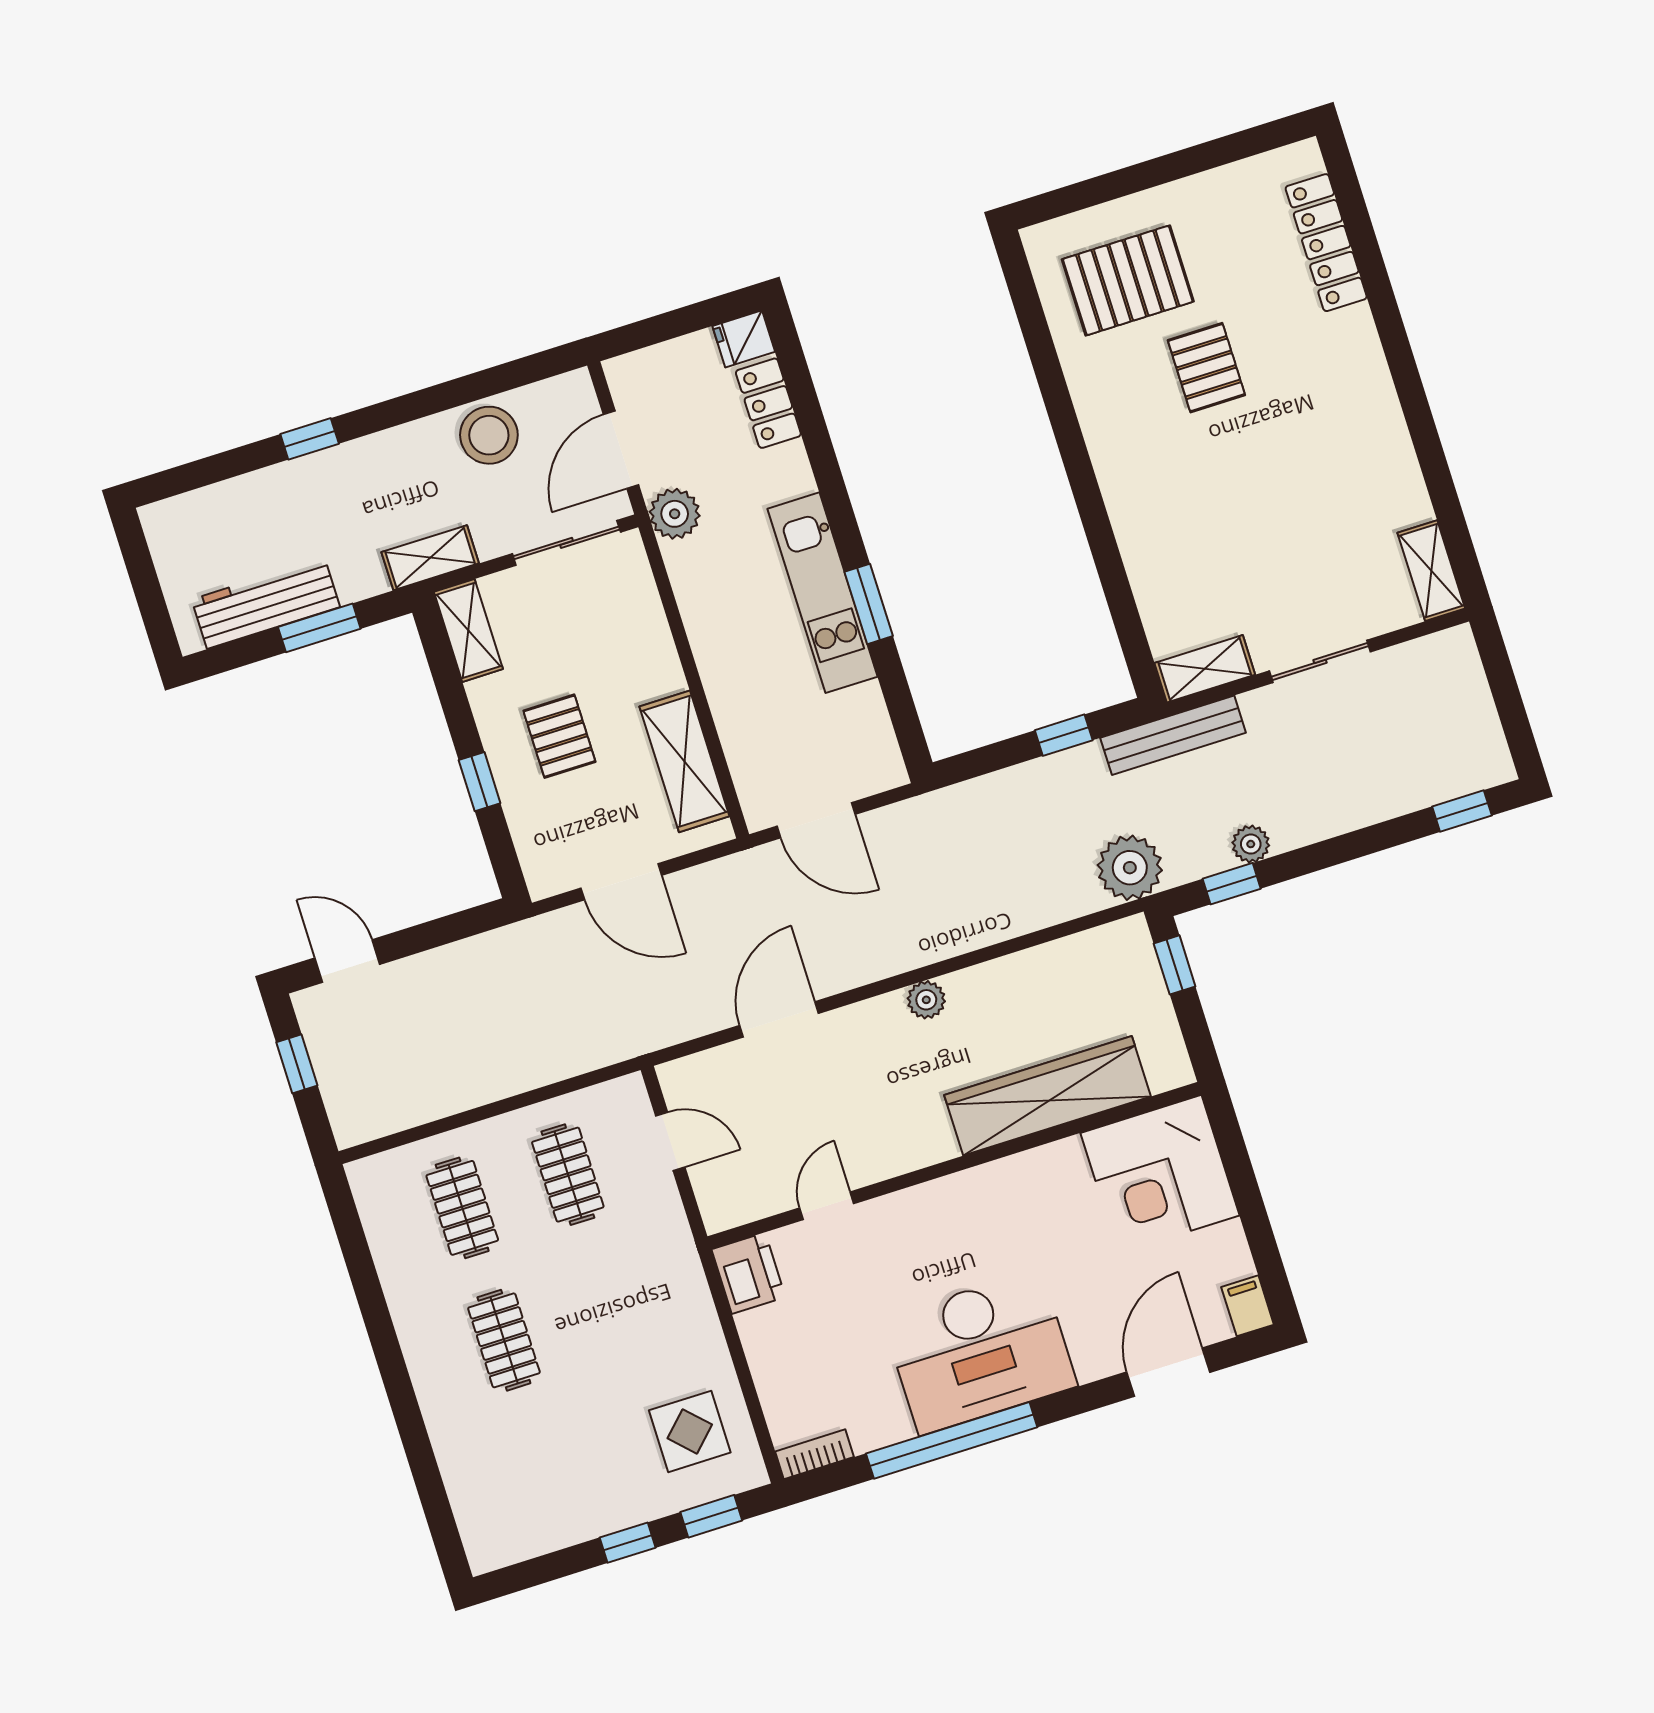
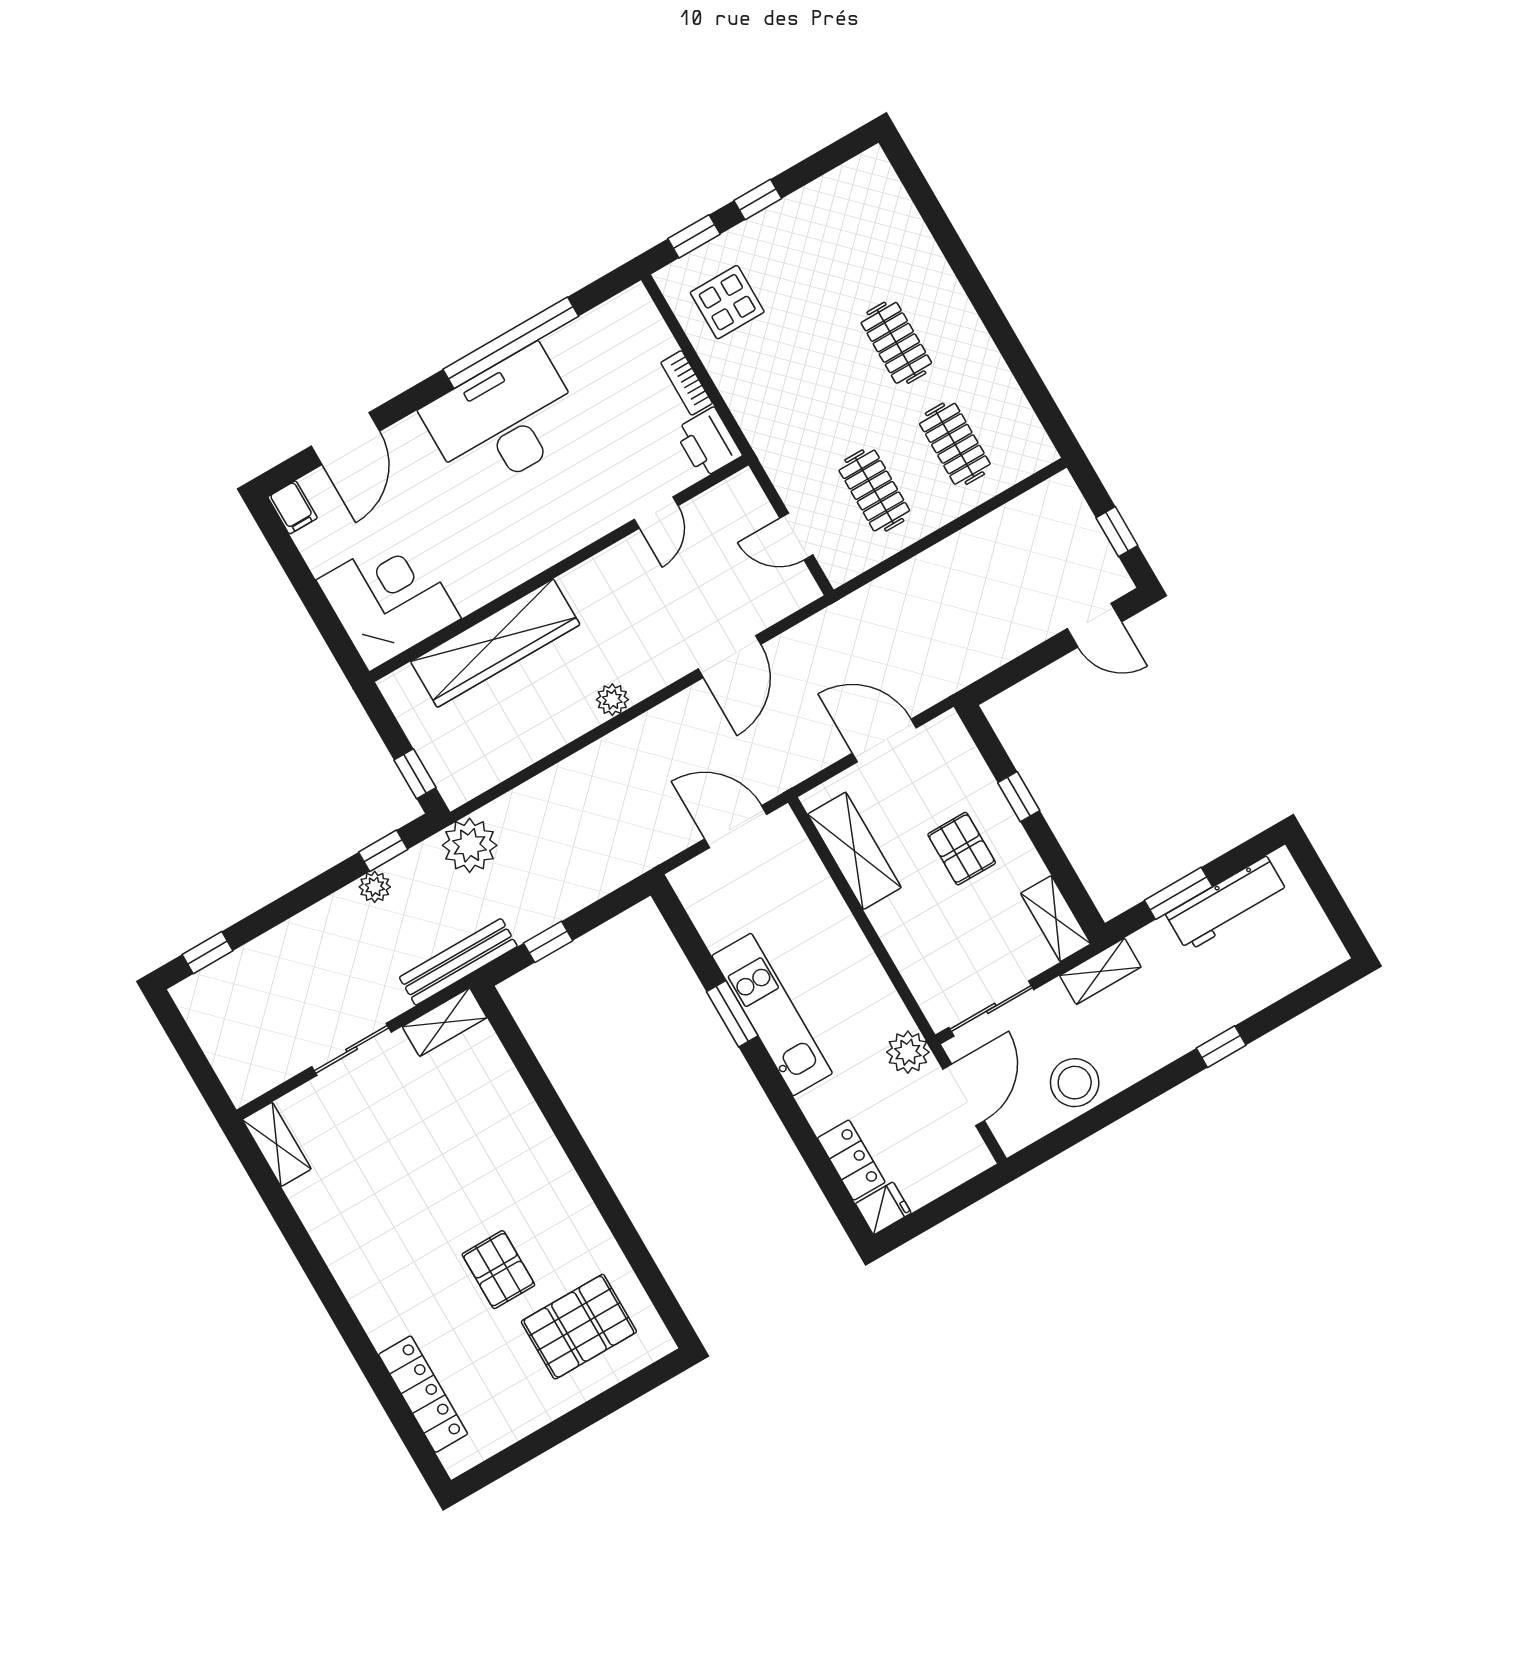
bookcase: (814, 1454) -> (687, 383), moved, turned 90

